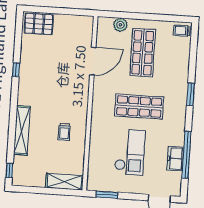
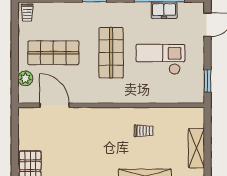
door: (93, 61) -> (54, 105), moved
shelving: (64, 182) -> (196, 148), moved

